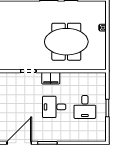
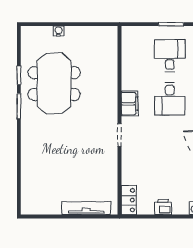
meeting table: (66, 42) -> (54, 84), moved
desk: (85, 107) -> (170, 56), turned -90

